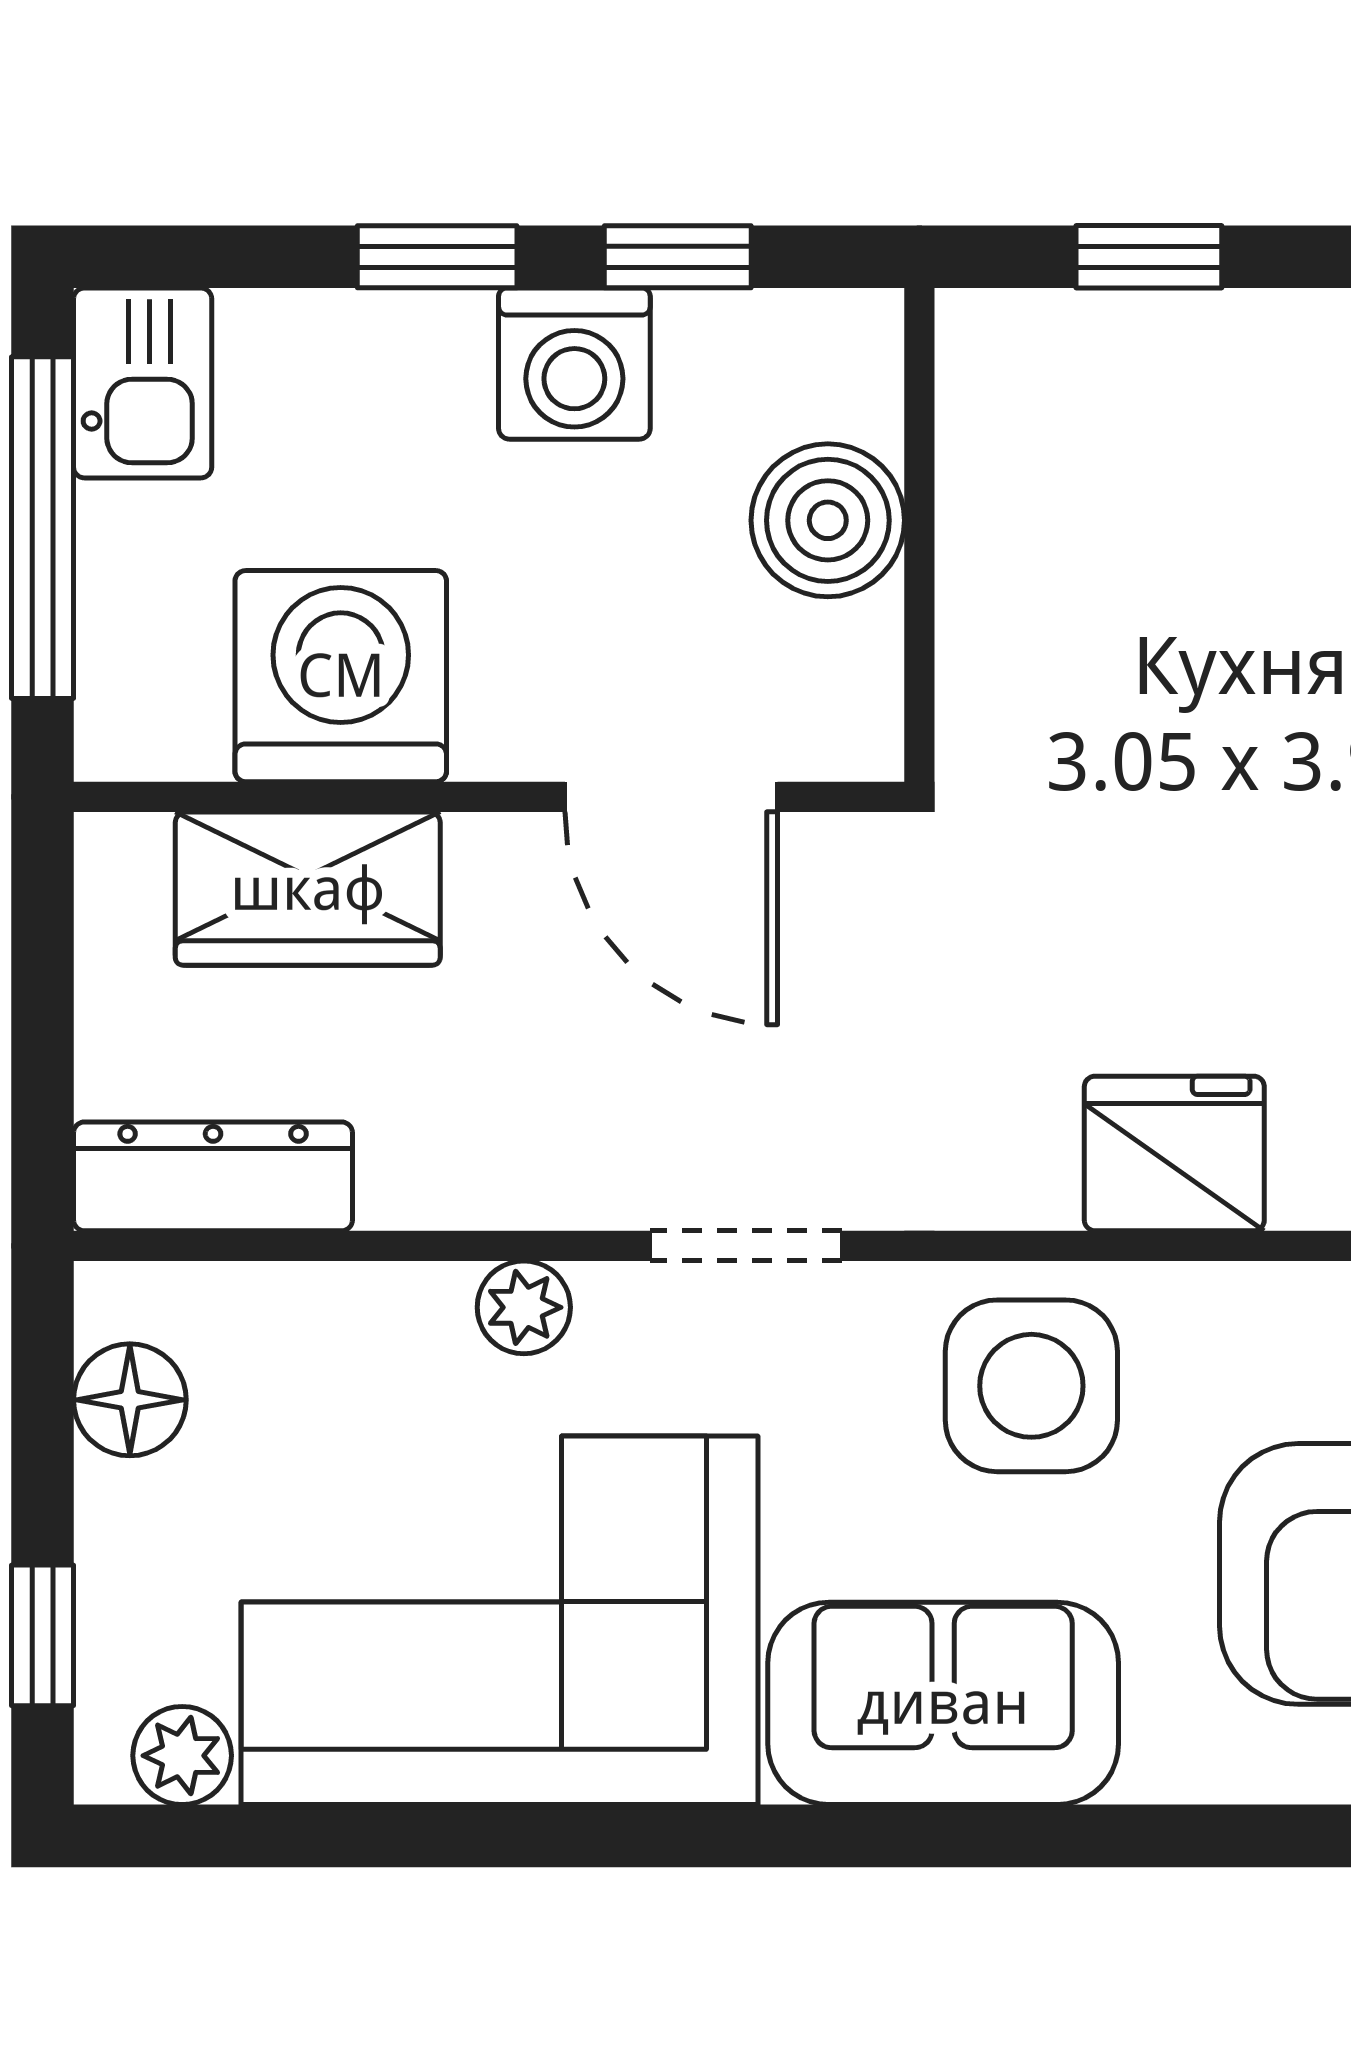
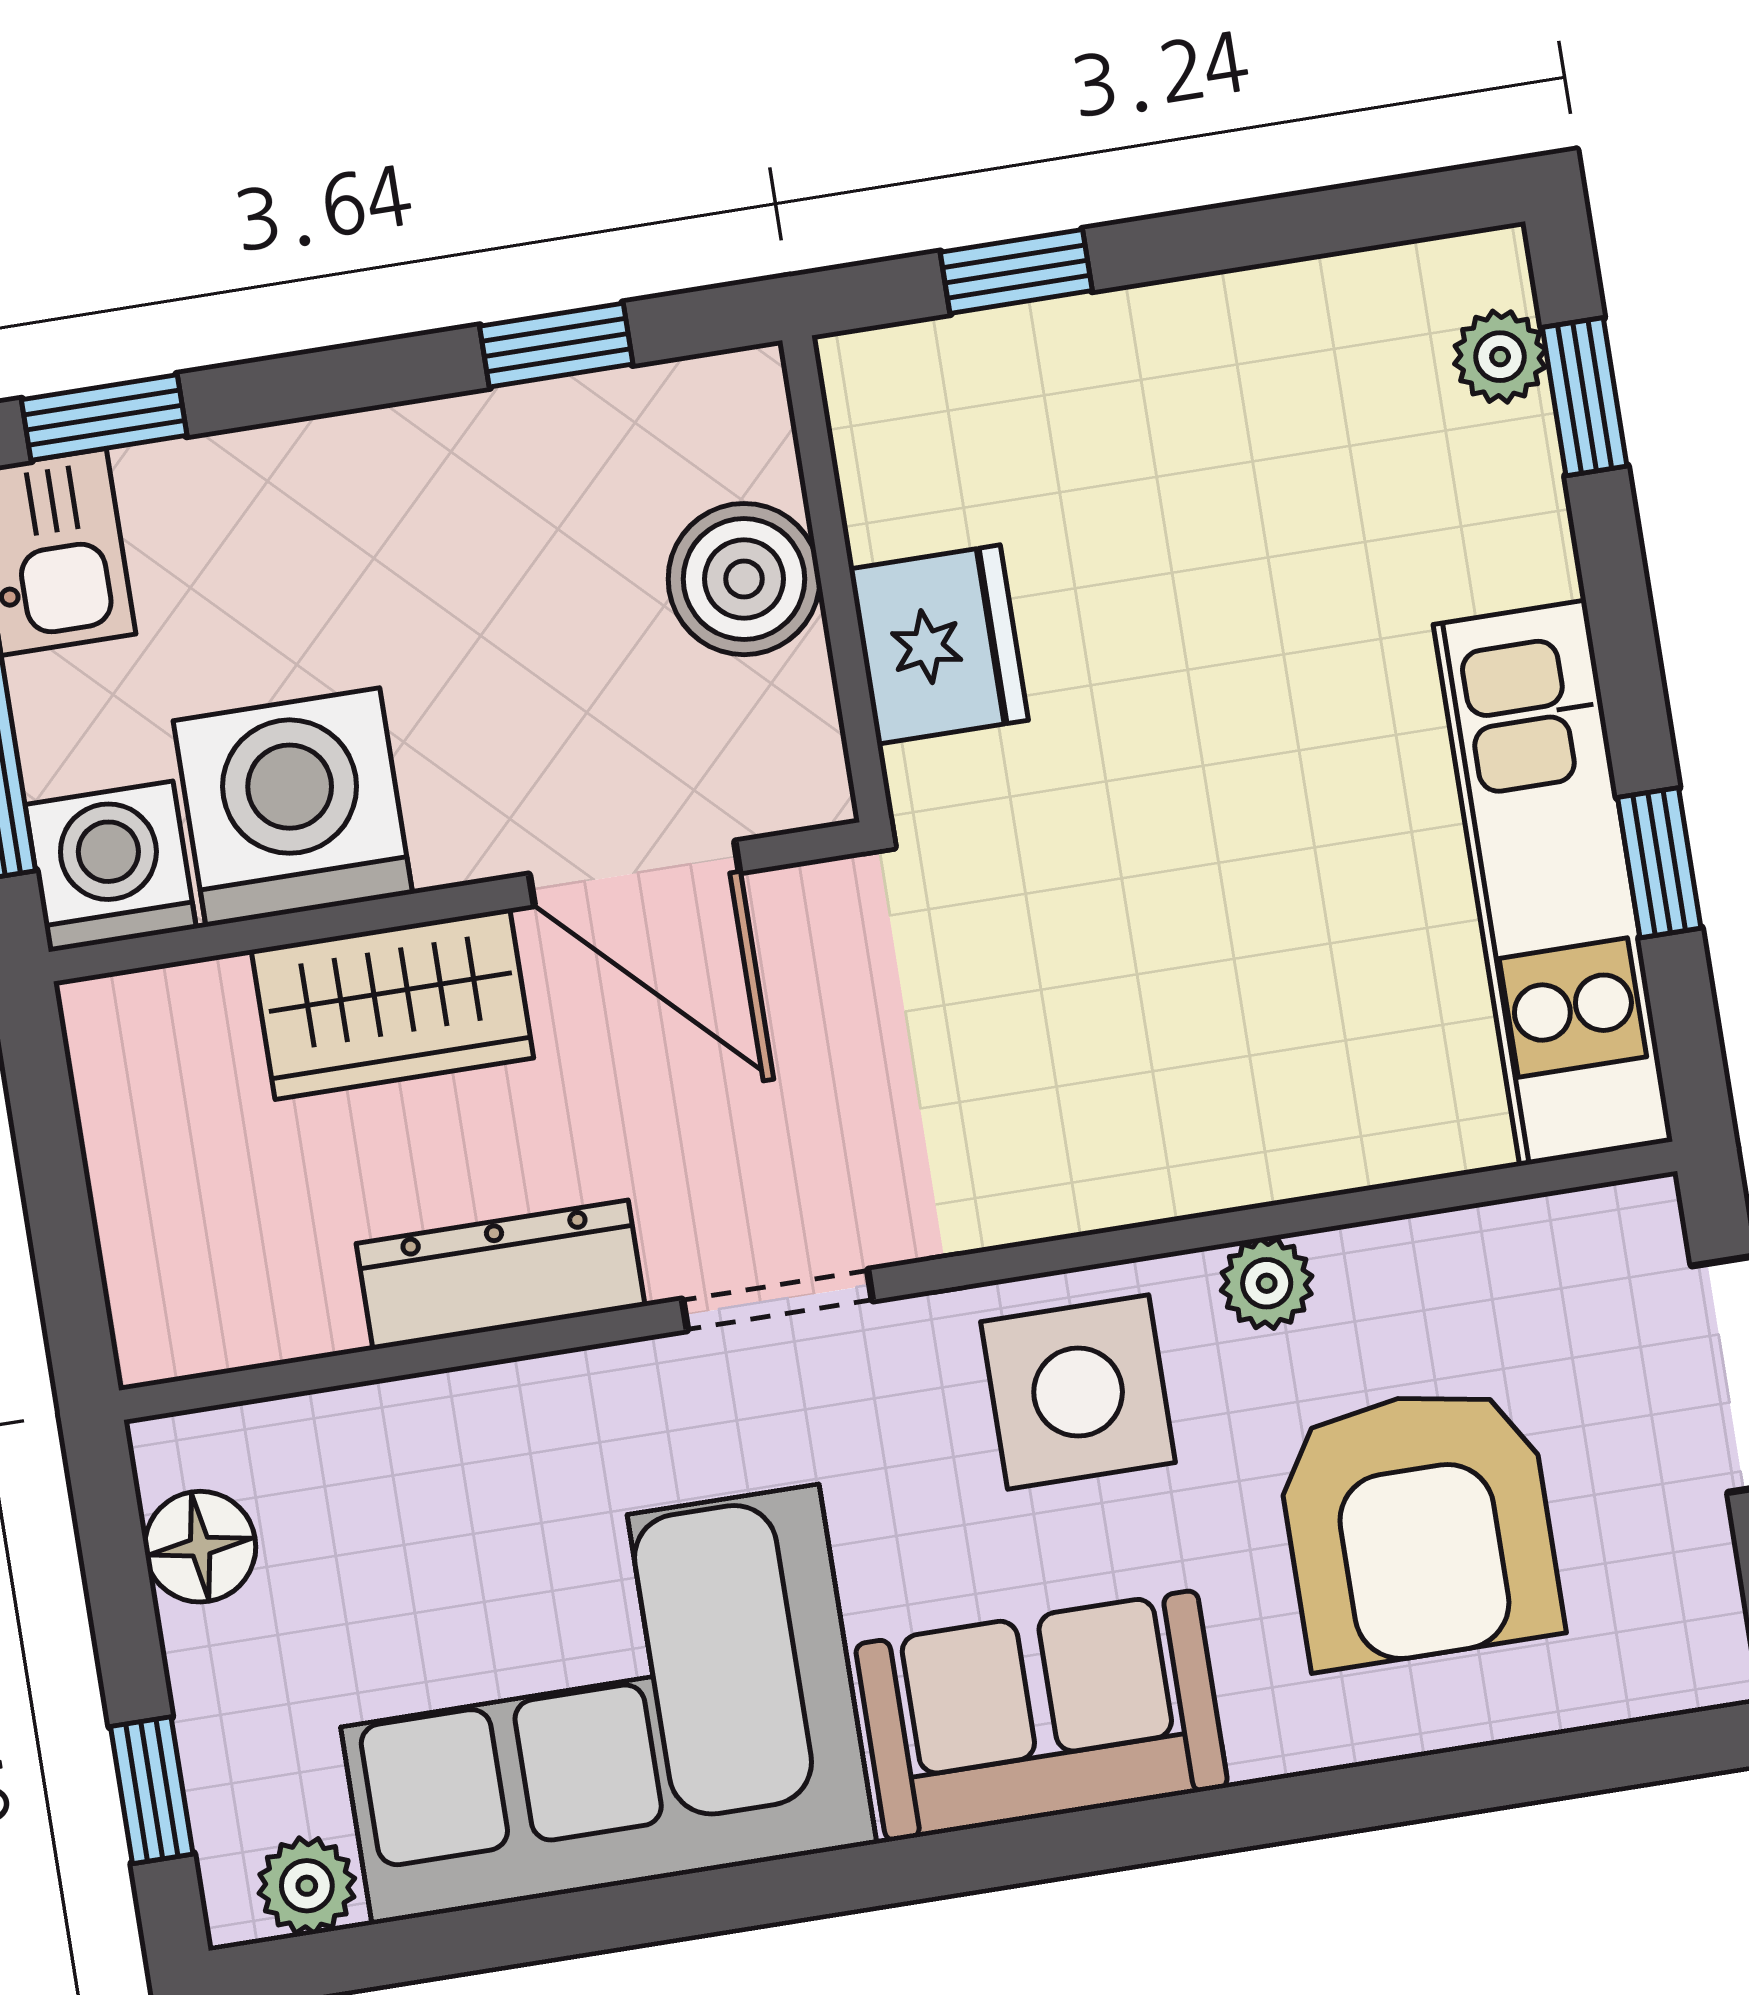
window: (437, 257) -> (104, 418), moved
washing machine: (574, 364) -> (111, 866), moved, turned 180
wardrobe: (308, 889) -> (392, 1004), moved
fridge: (1174, 1153) -> (939, 645), moved, turned 90
dresser: (213, 1176) -> (501, 1275), moved
plant: (524, 1307) -> (1267, 1283), moved

